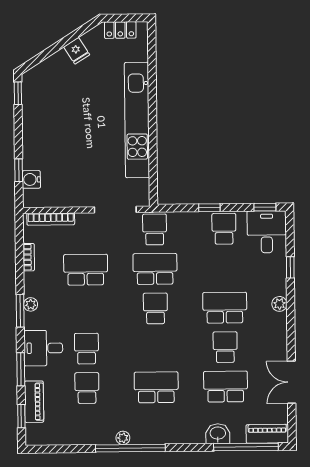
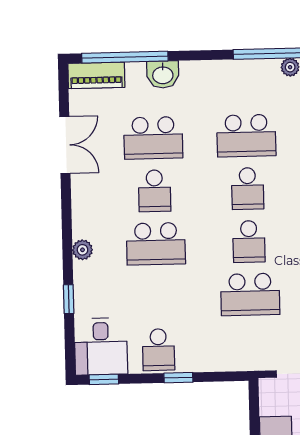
school desk: (155, 229) -> (248, 189), moved

